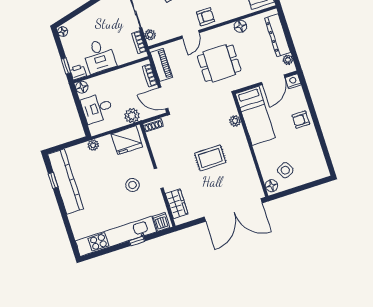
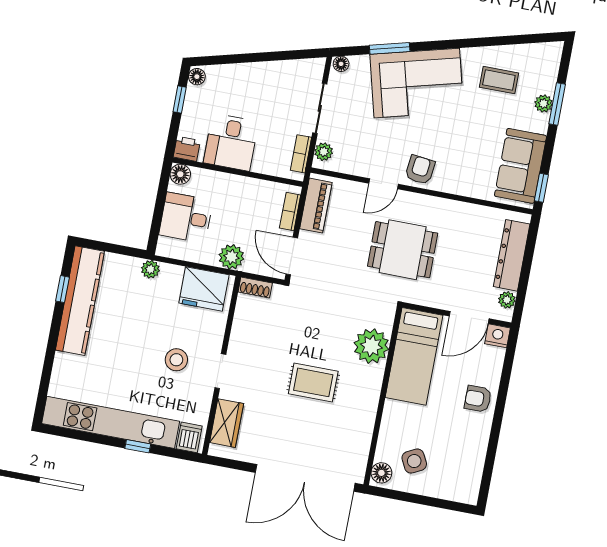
armchair: (206, 17) -> (420, 170), turned -83
floor lamp: (240, 26) -> (464, 212), removed
window: (66, 66) -> (180, 100), moved
plant: (235, 121) -> (371, 346), width x1.88, depth x1.88

